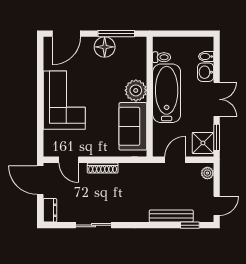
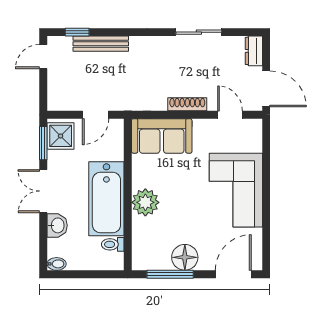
bidet: (206, 56) -> (57, 264), moved
sofa: (133, 126) -> (162, 136), moved, turned 90
plant: (207, 173) -> (55, 98), removed

